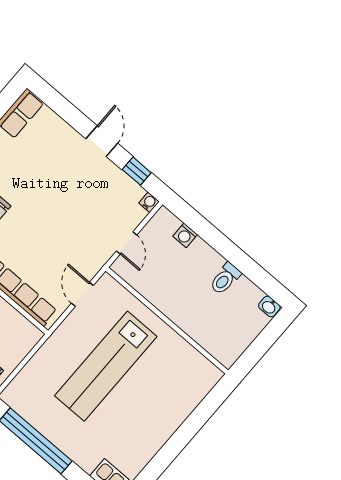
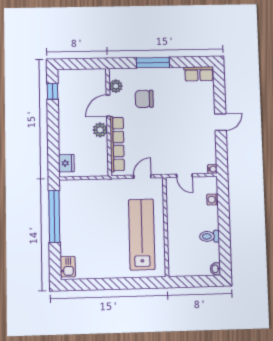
window: (137, 171) -> (221, 150), removed
door: (127, 243) -> (184, 176), hinge flipped
lab bench: (106, 366) -> (142, 234), moved, turned 90

